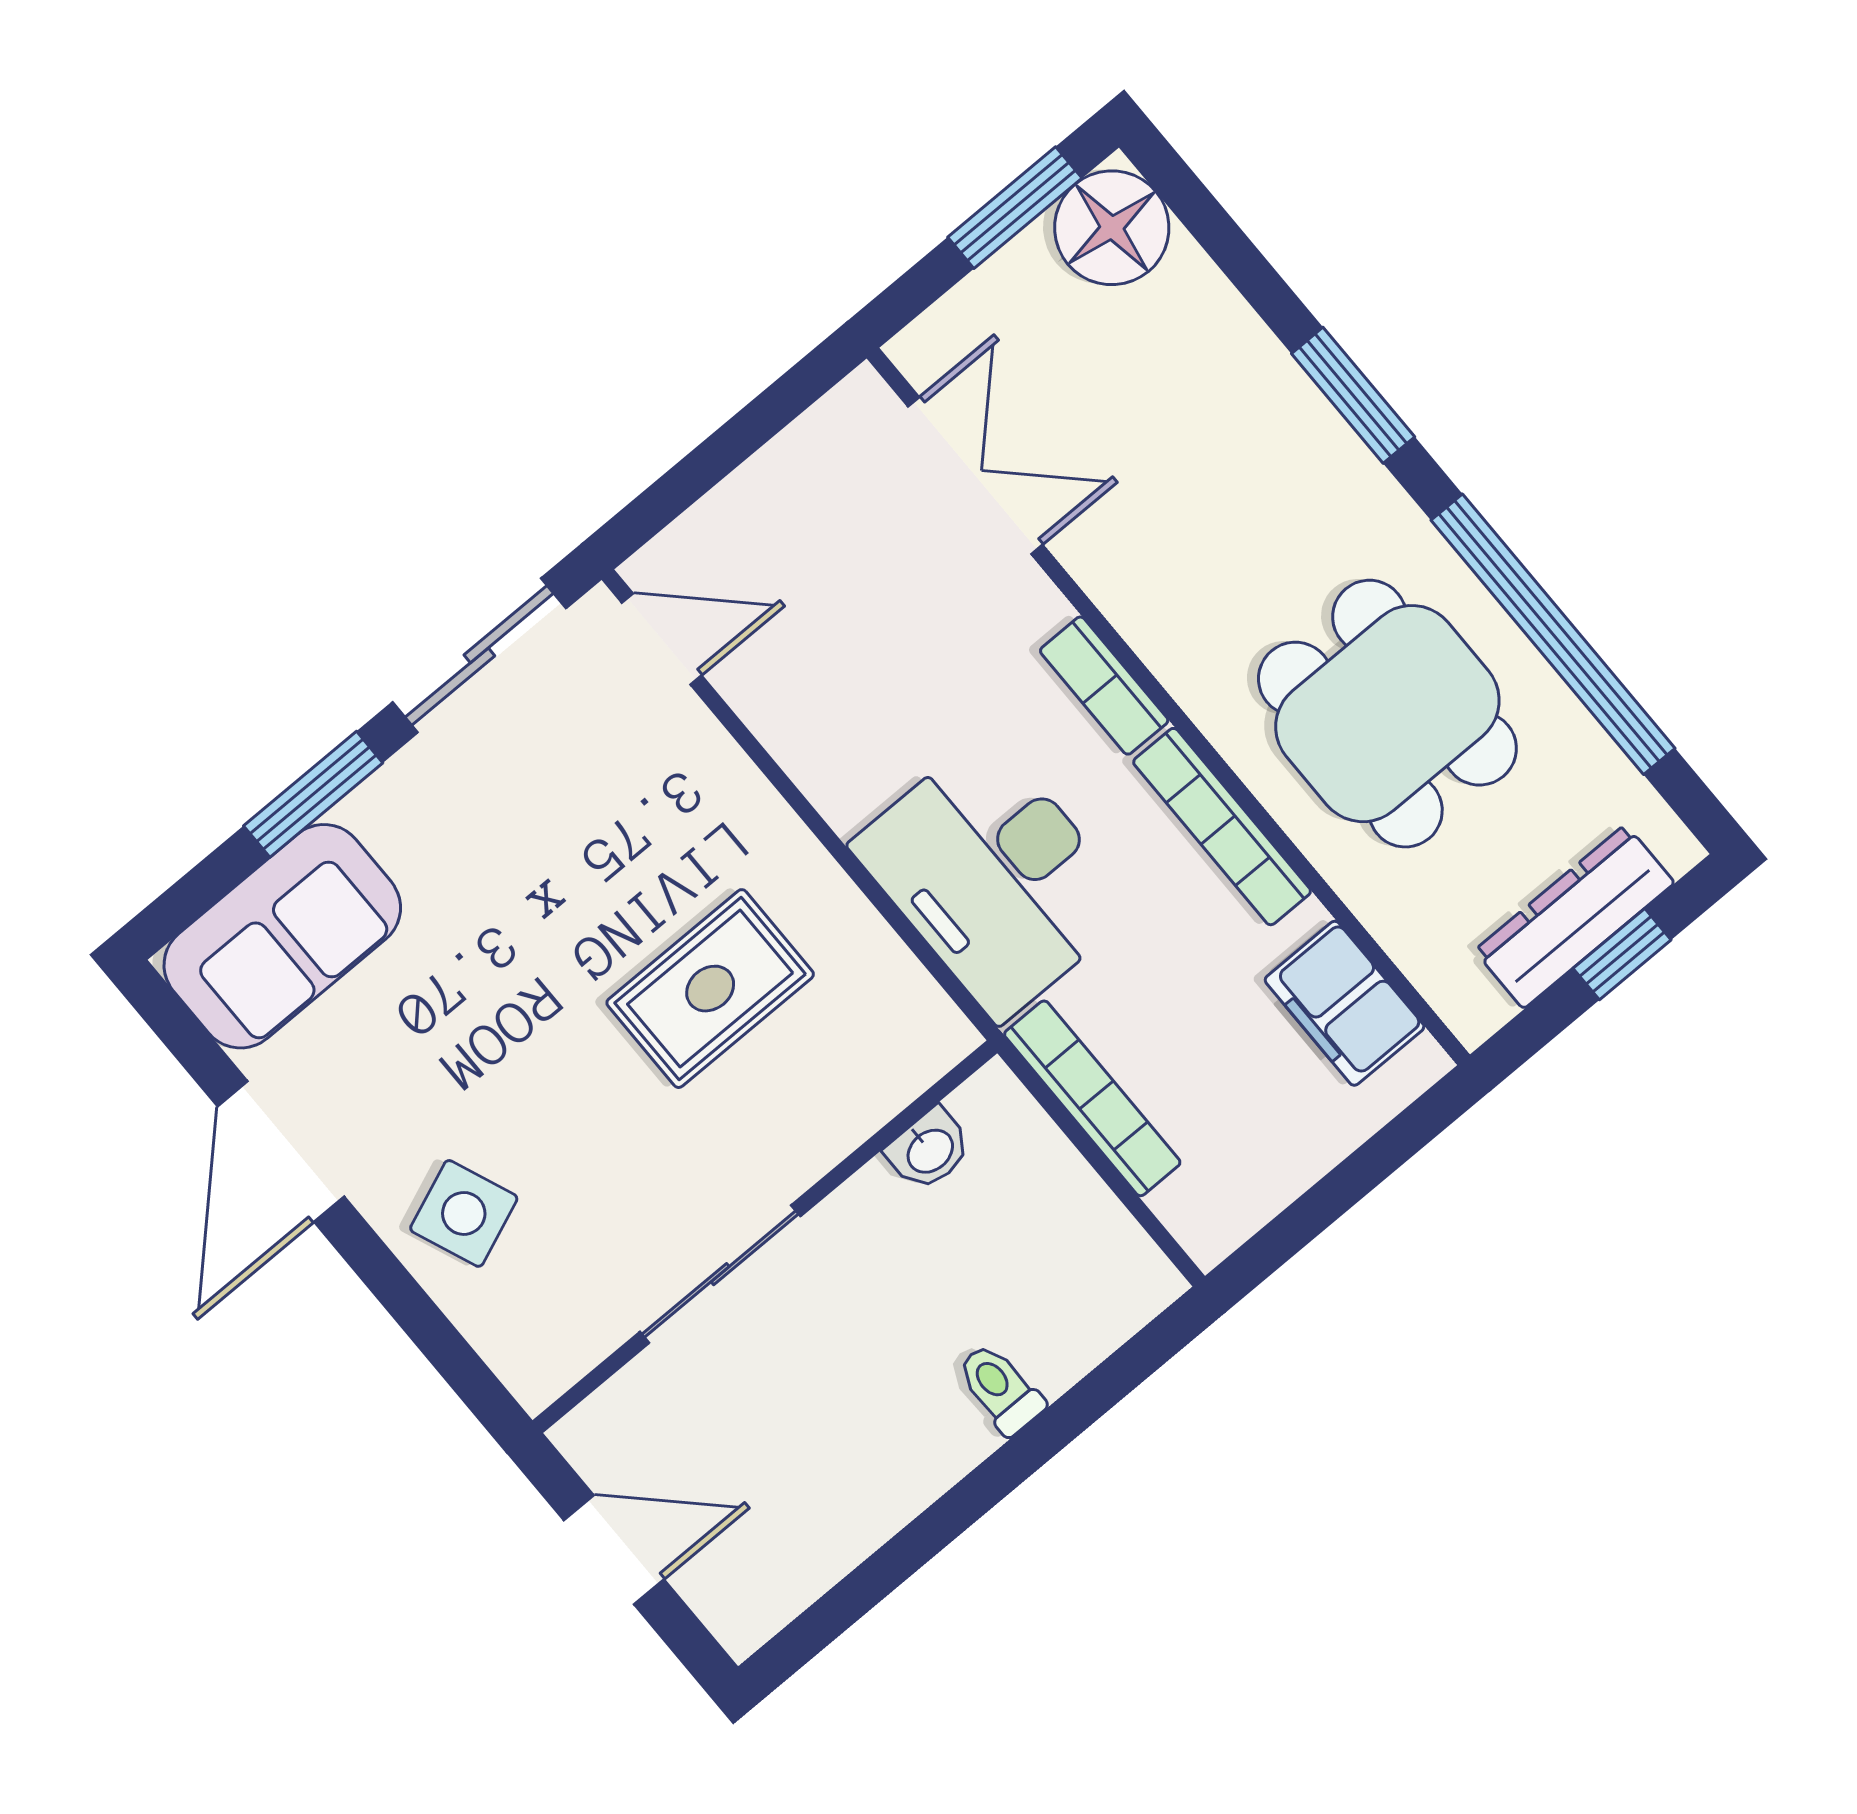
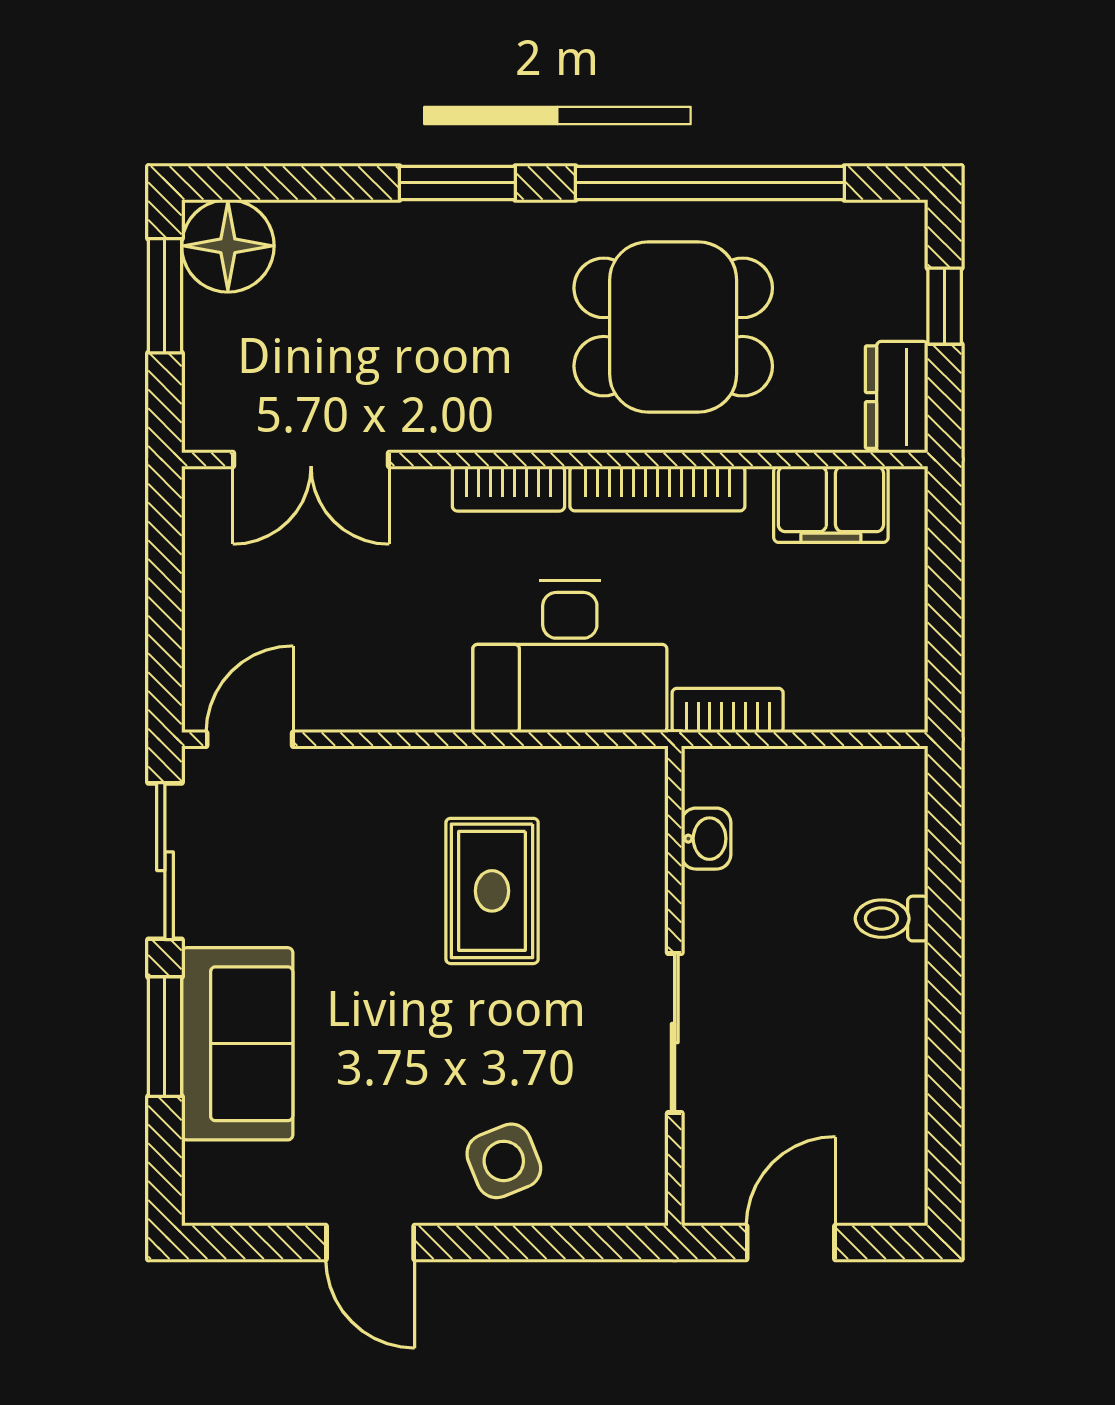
double door: (975, 476) -> (311, 459), swing flipped
dresser: (1575, 917) -> (897, 397), moved, width x0.70
sofa: (282, 936) -> (237, 1044), moved
bookcase: (1092, 1098) -> (728, 710), width x0.64
door: (281, 1151) -> (370, 1242), width x0.73

